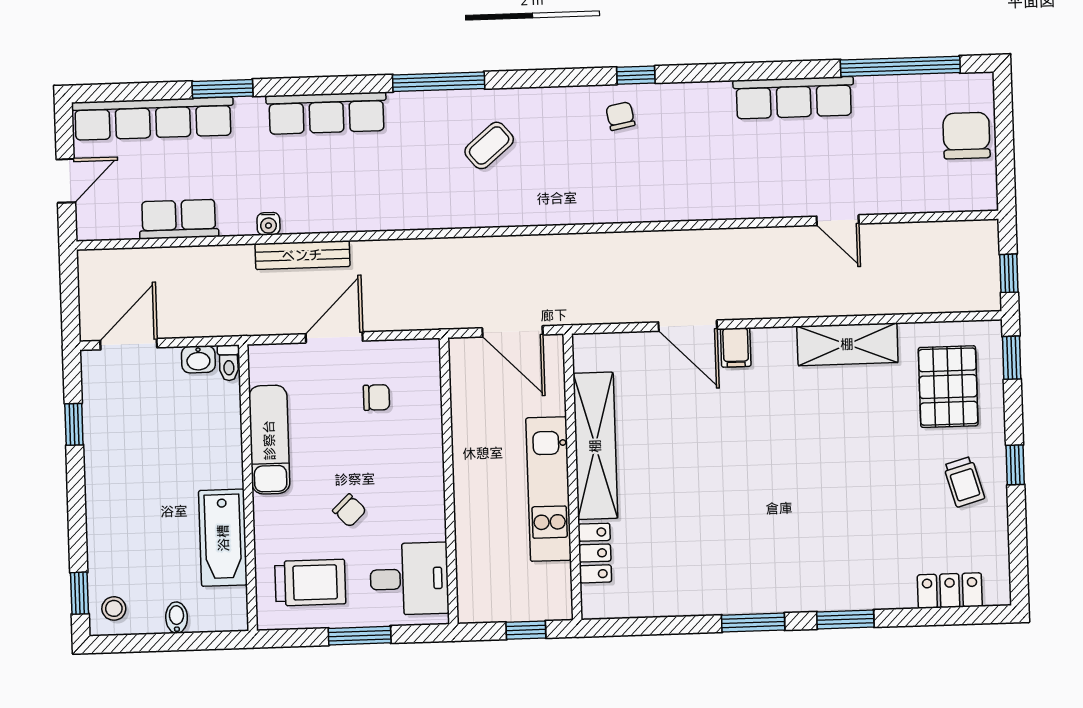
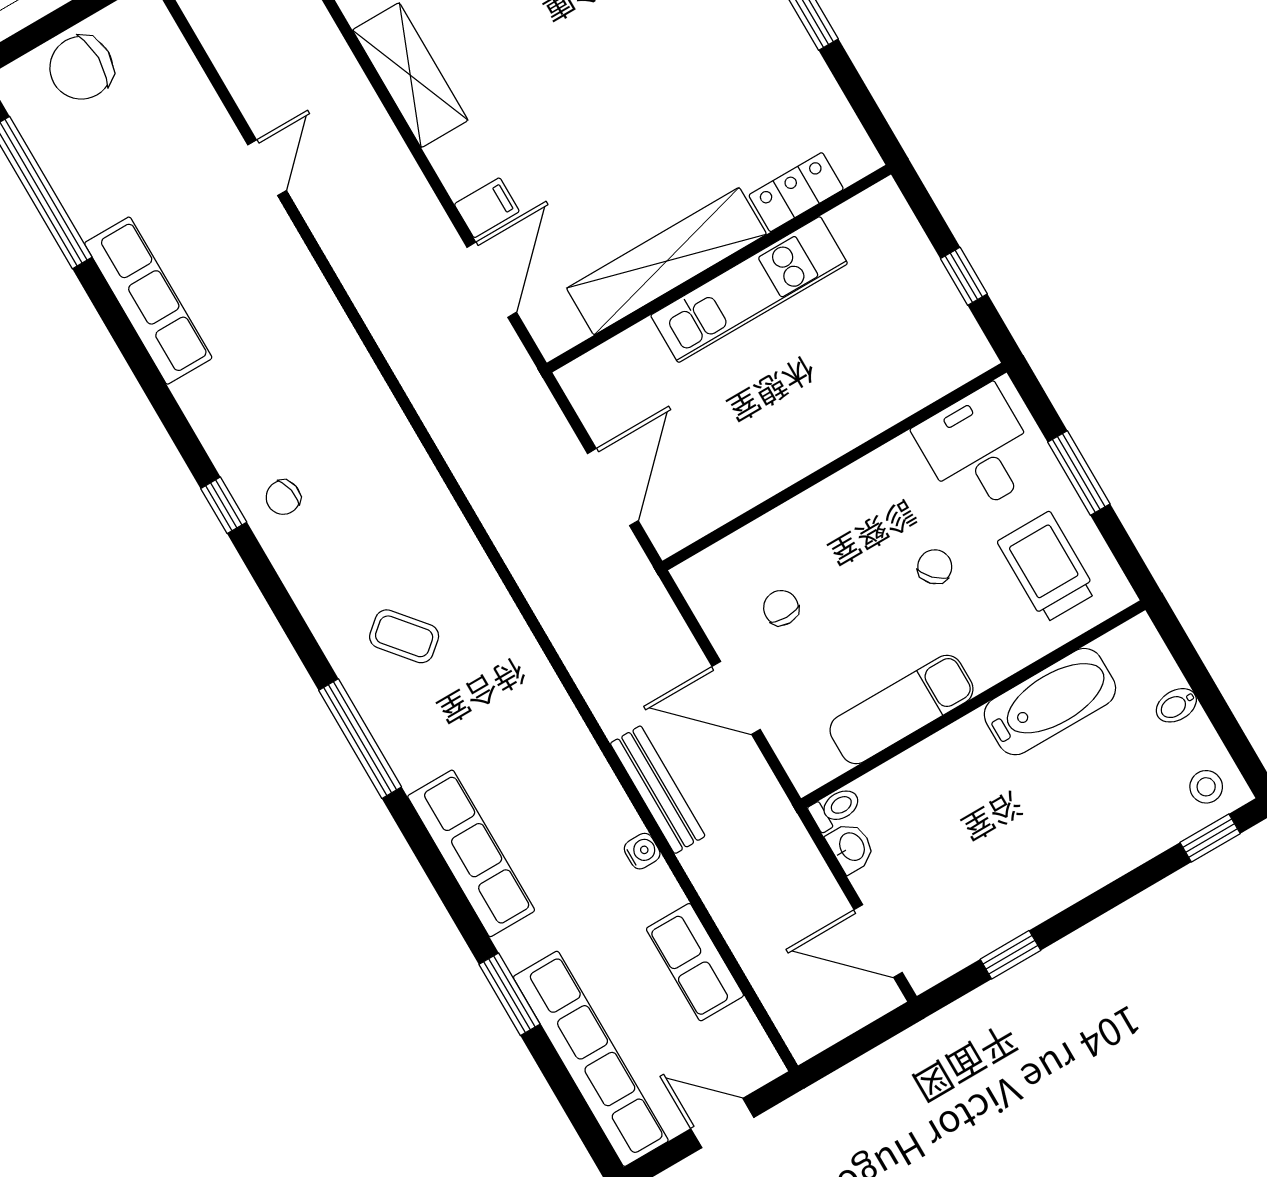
shelving: (595, 446) -> (667, 261), moved
wall: (572, 477) -> (719, 269), moved
kitchen unit: (549, 489) -> (749, 290), moved
locker: (595, 553) -> (796, 192), moved

